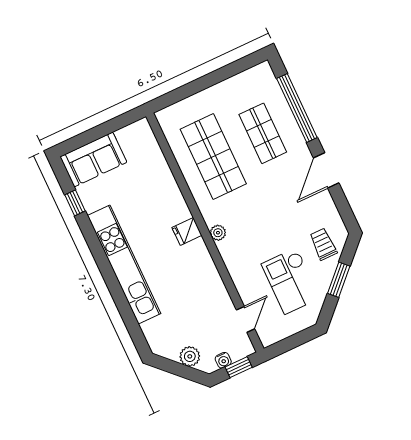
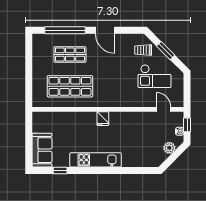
plant: (218, 233) -> (111, 103), removed
kitchen unit: (124, 265) -> (96, 160), width x0.73

